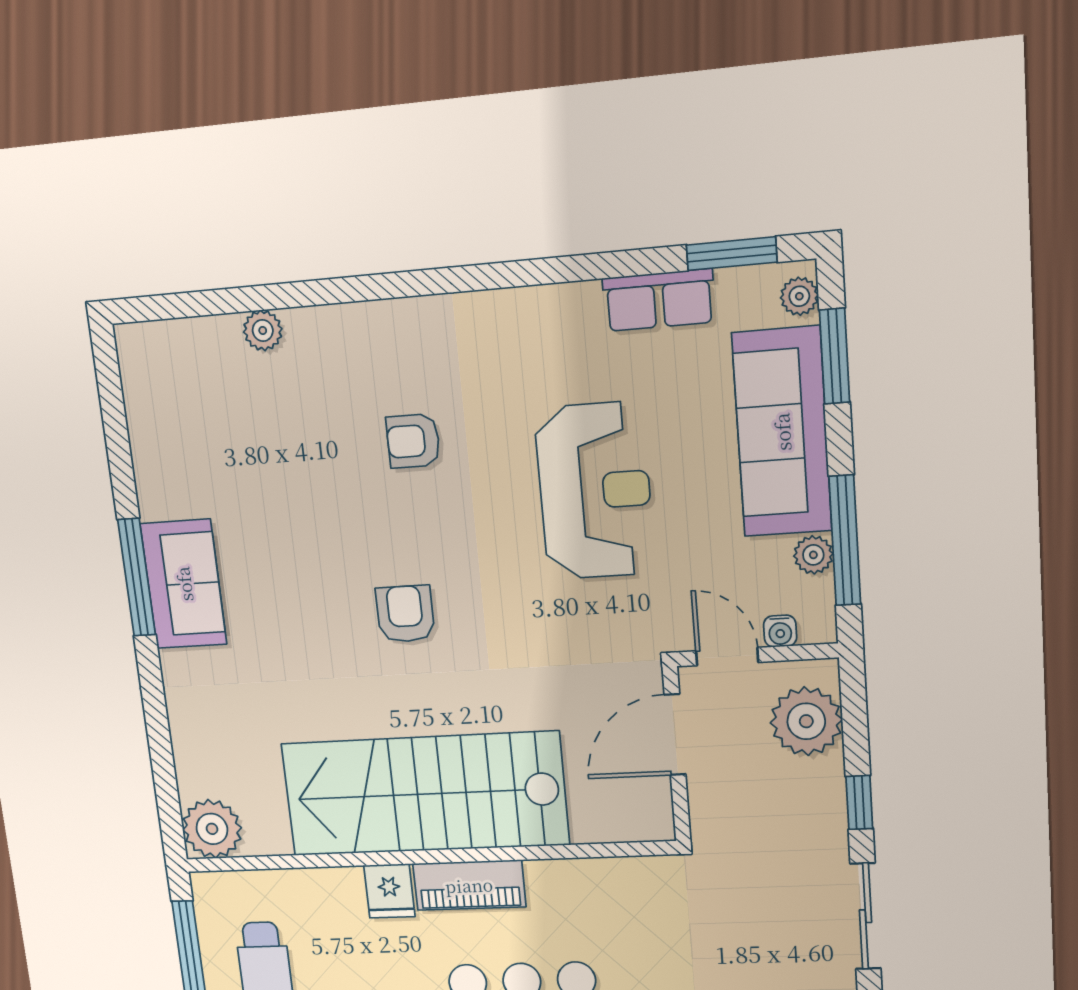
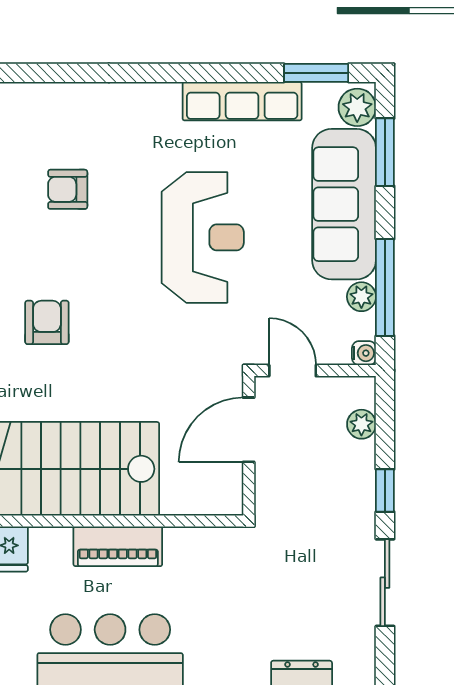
plant: (799, 296) -> (357, 107), width x1.38, depth x1.38
row of seats: (659, 300) -> (242, 101), width x1.48
water cooler: (780, 631) -> (364, 353), moved, turned -90
plant: (806, 721) -> (361, 424), width x0.53, depth x0.53
piano: (469, 885) -> (118, 546), moved

